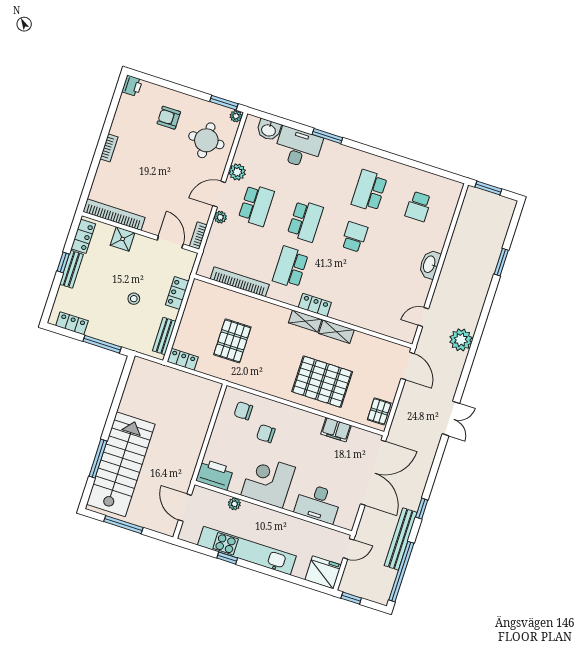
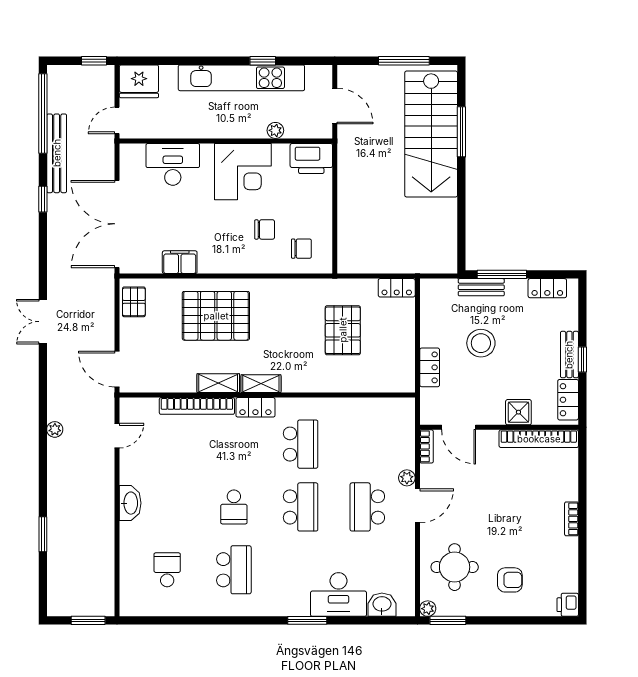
plant: (237, 172) -> (404, 540), removed
school desk: (305, 221) -> (301, 507), turned 180
bookcase: (240, 282) -> (197, 406), moved
stool: (134, 299) -> (481, 343), width x1.89, depth x1.89
bench: (164, 336) -> (481, 287), moved, turned 90
plant: (461, 340) -> (55, 429), width x0.53, depth x0.53

